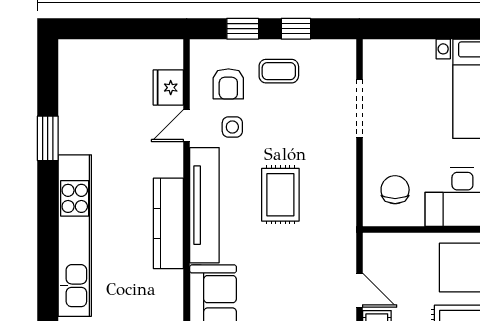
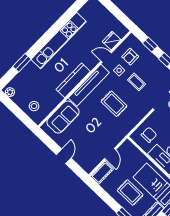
coffee table: (279, 71) -> (136, 82), moved
window: (48, 138) -> (22, 63), moved
rug: (280, 195) -> (114, 104), turned 90
kitchen unit: (75, 236) -> (59, 41), moved

